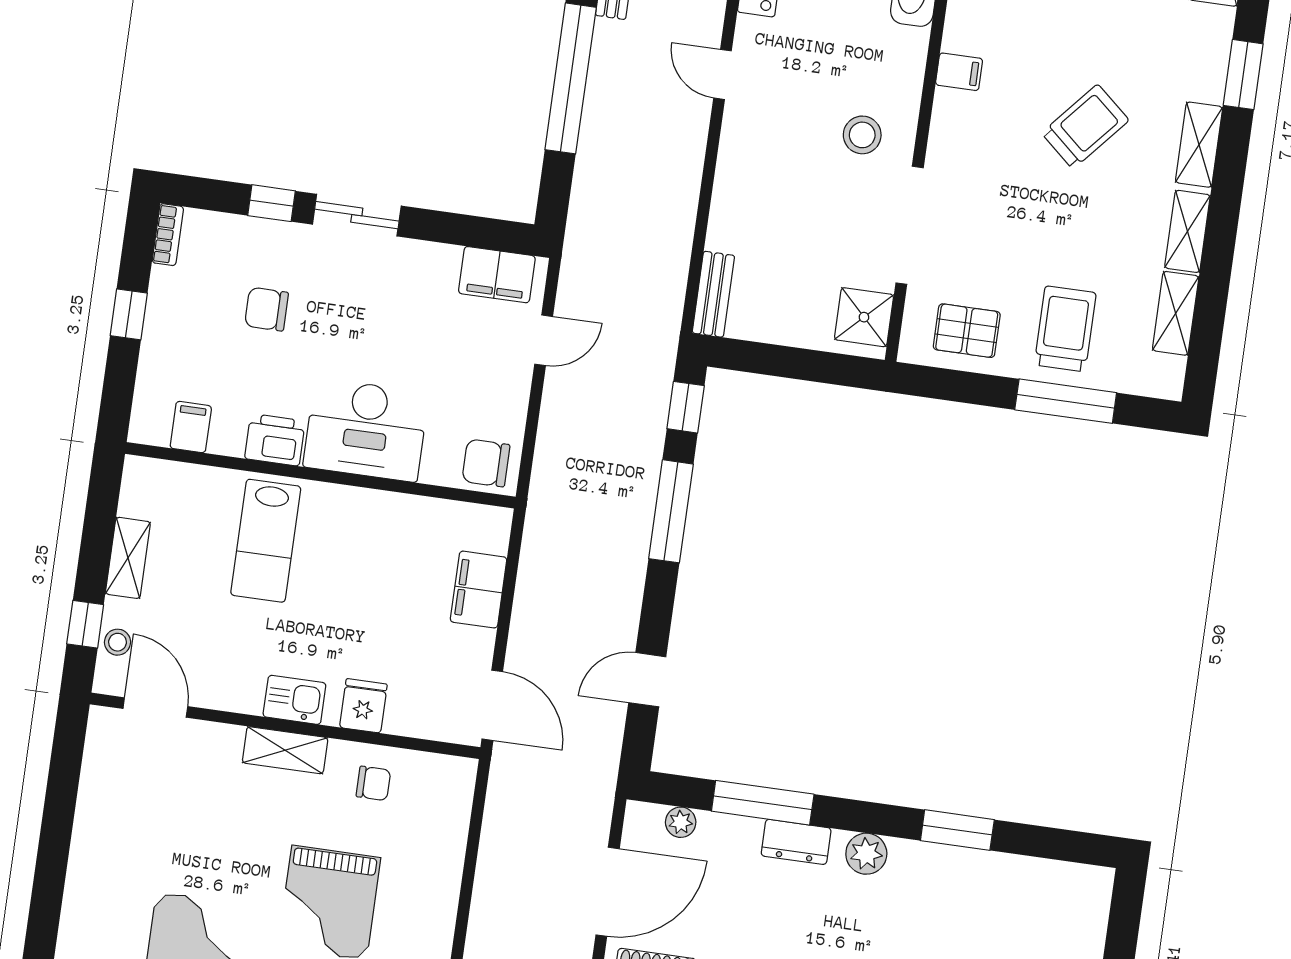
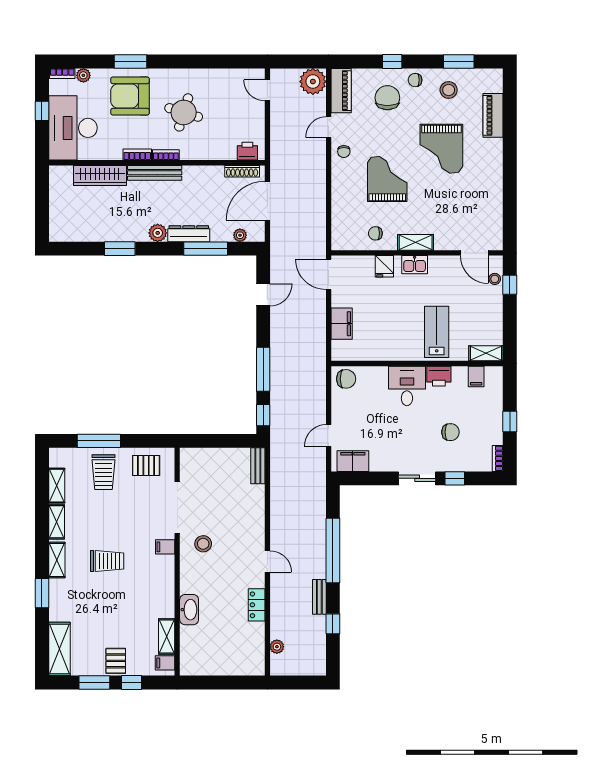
filing cabinet: (959, 72) -> (165, 547), moved
trolley: (1085, 127) -> (107, 561), turned -131
shower: (864, 317) -> (191, 465), removed
desk: (366, 430) -> (407, 386), width x0.73
shelving: (128, 558) -> (486, 353), moved, turned 90
dresser: (796, 842) -> (189, 234), width x1.44

